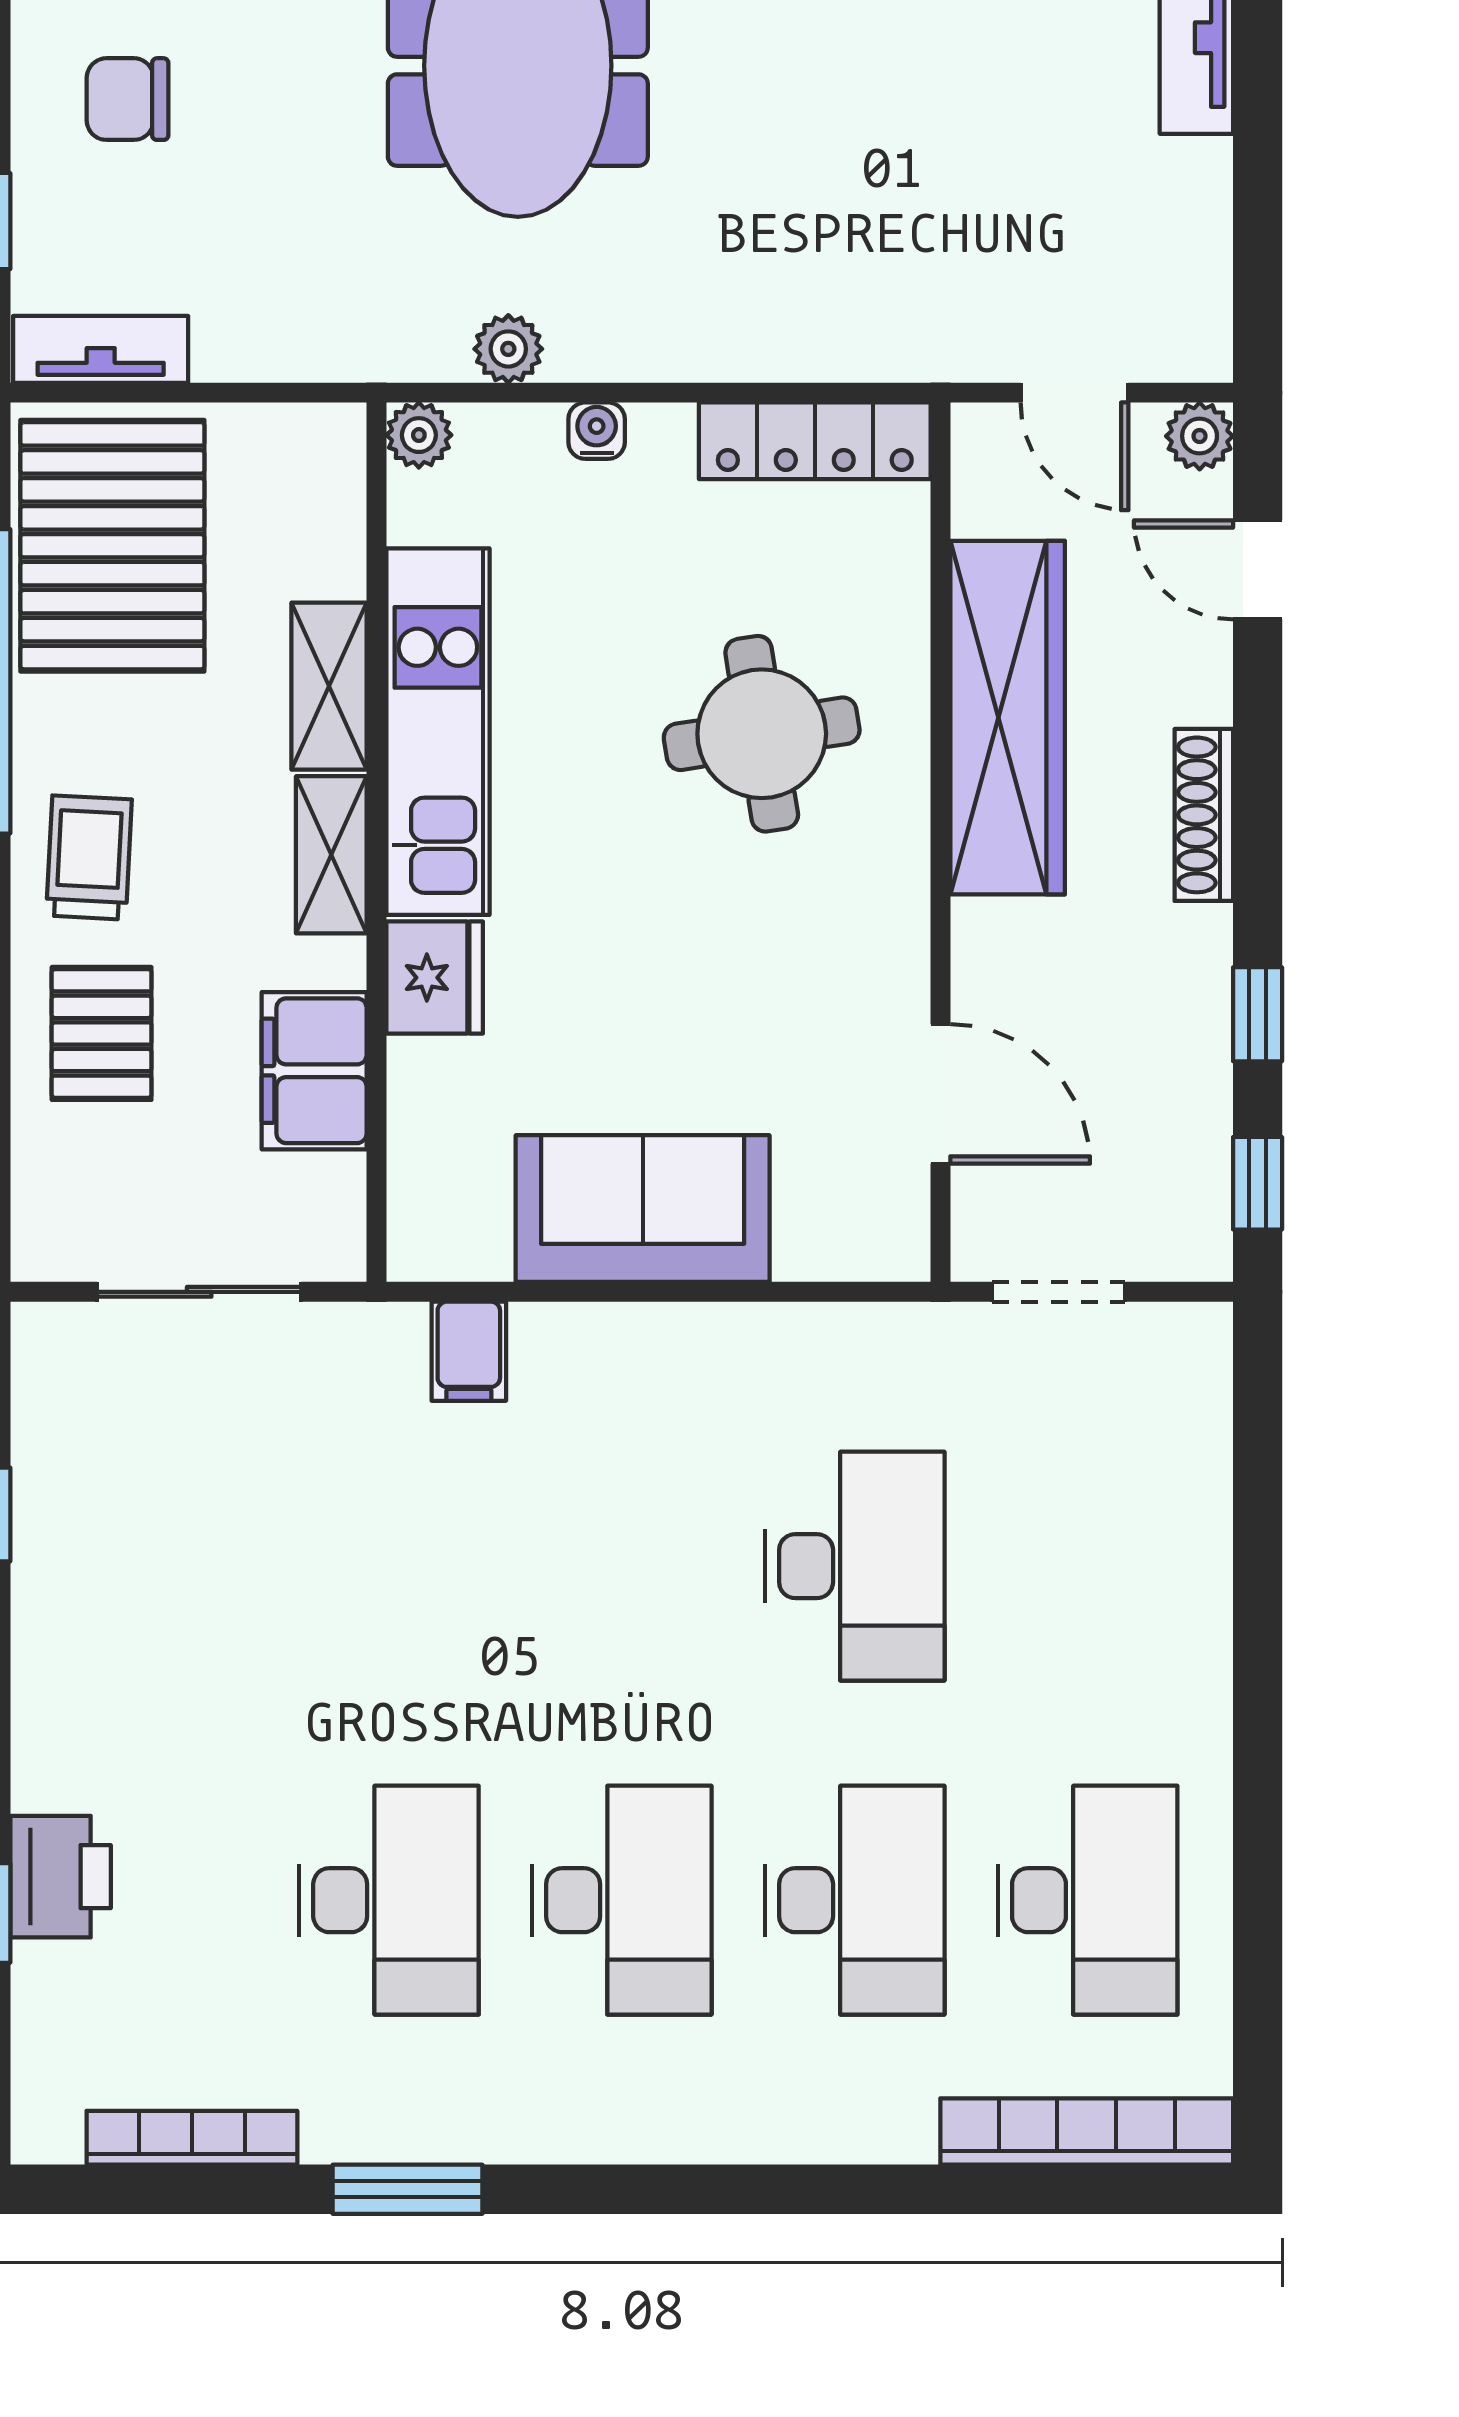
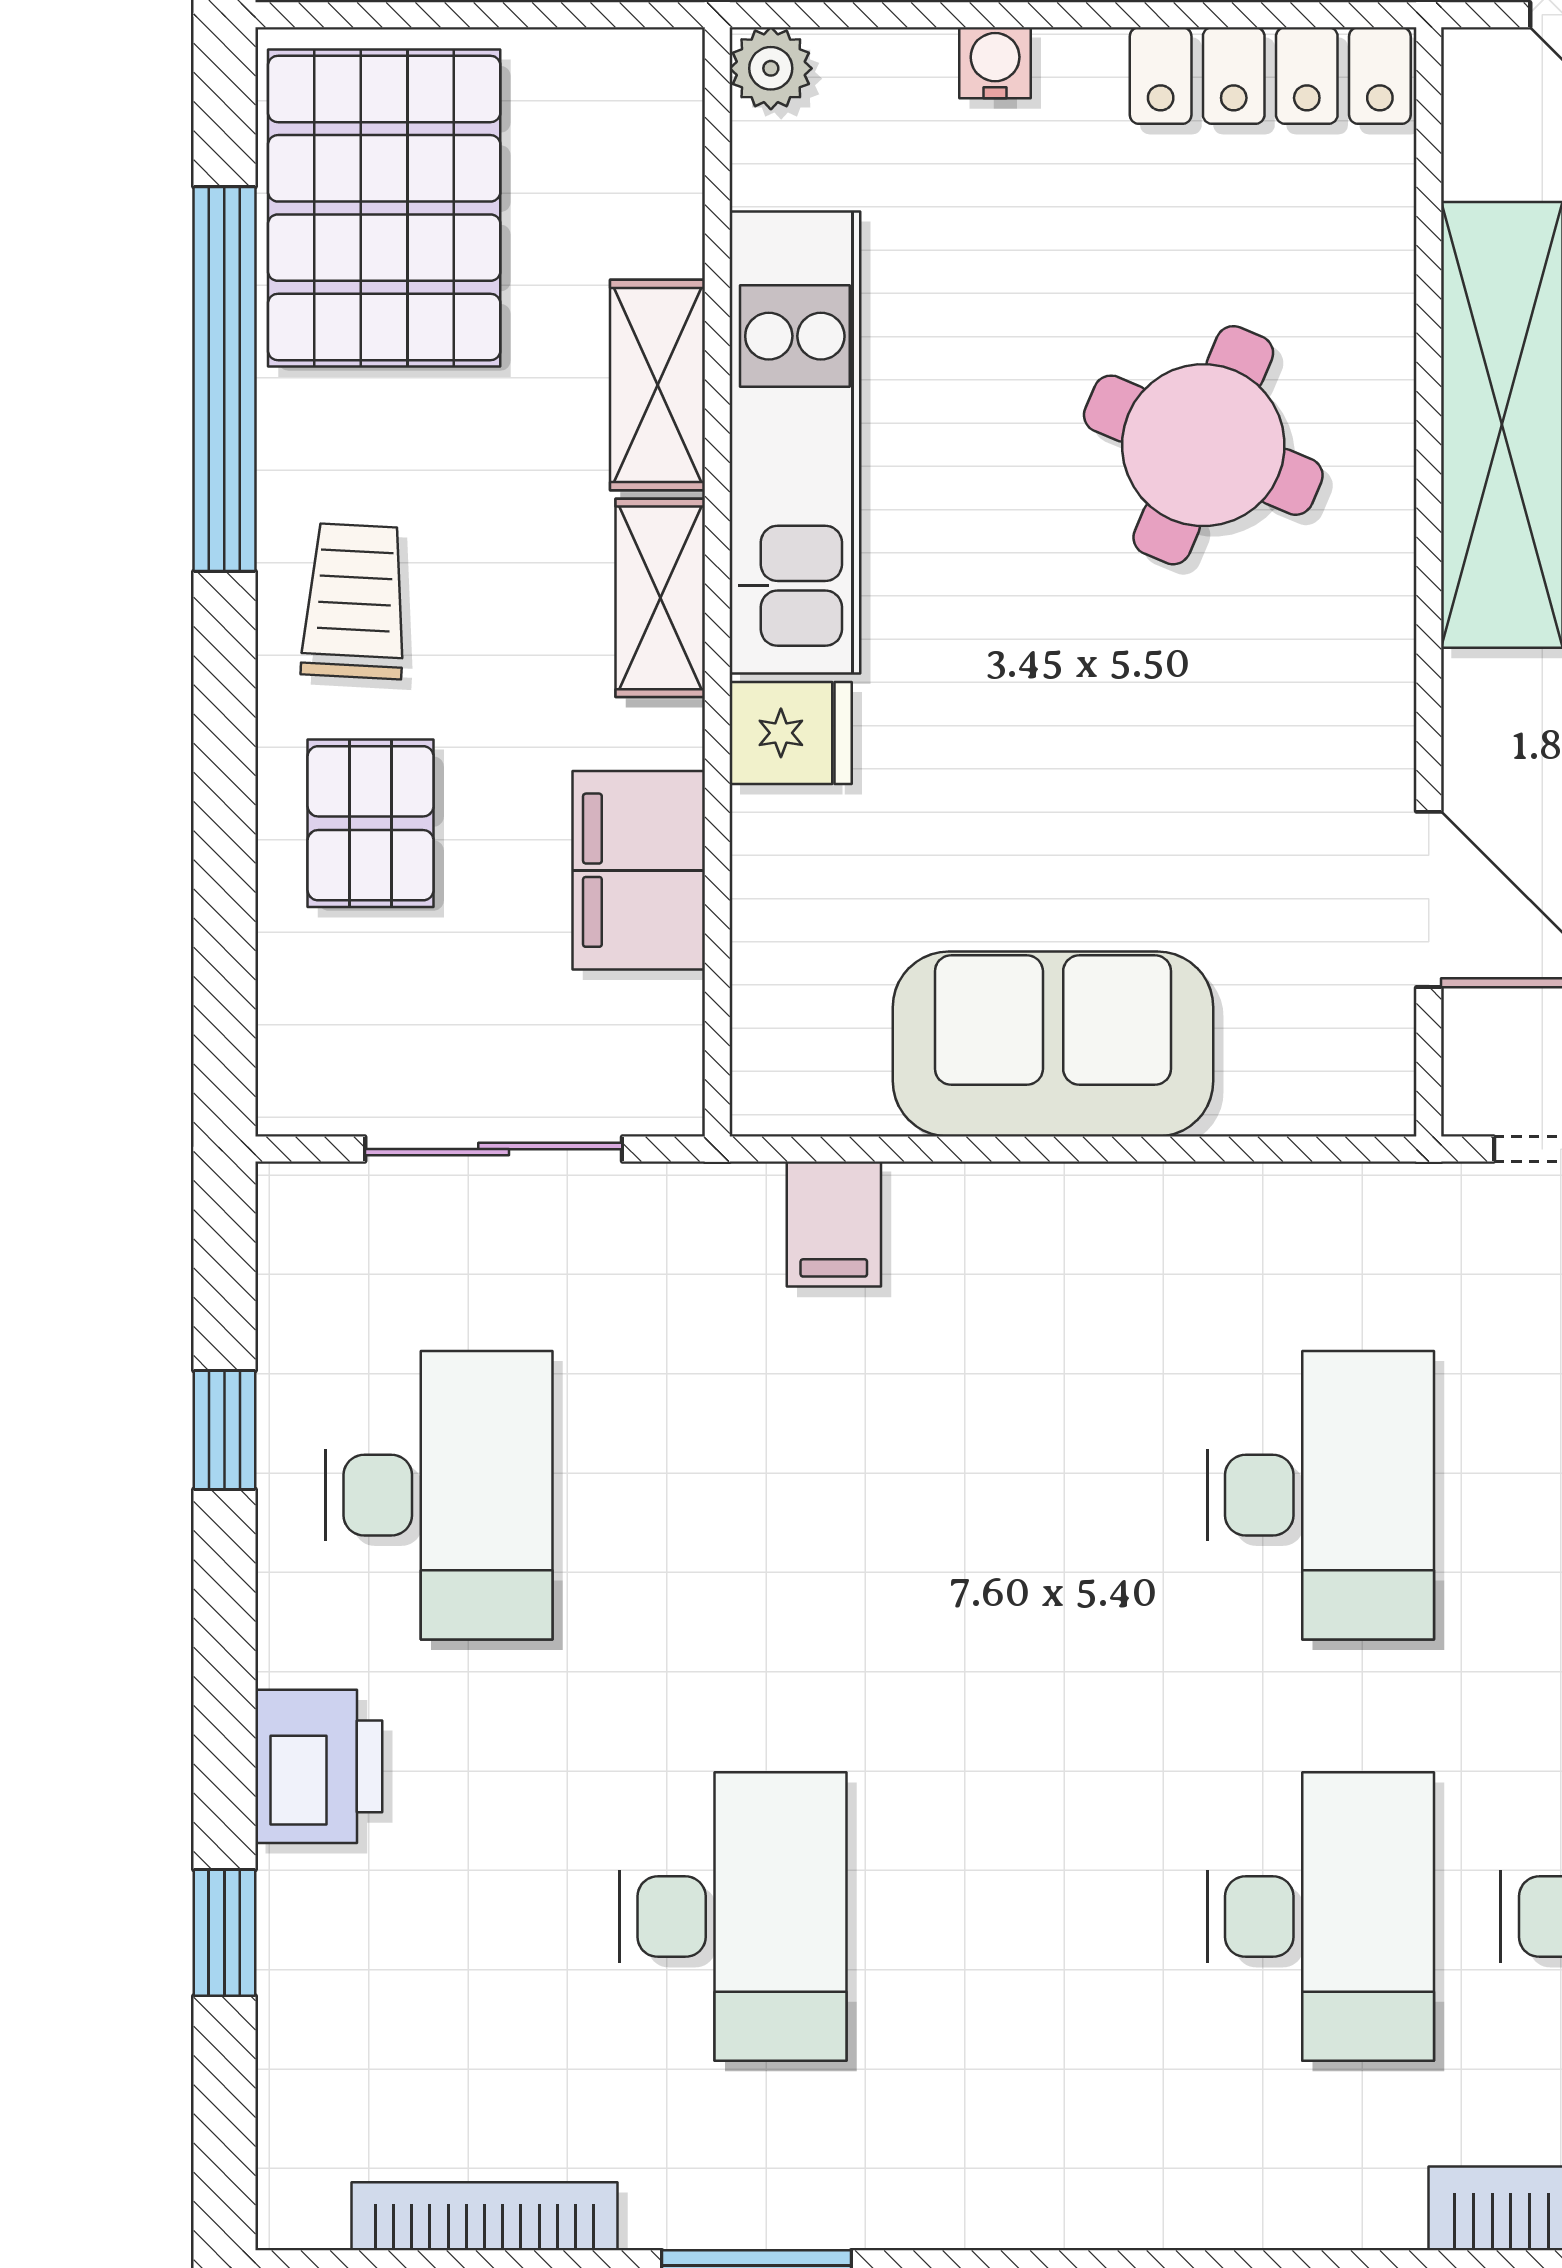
round table: (762, 734) -> (1203, 445), turned 32
fridge: (435, 978) -> (791, 733), width x0.72
printer: (61, 1877) -> (319, 1766), moved
desk: (622, 1900) -> (439, 1495), moved

